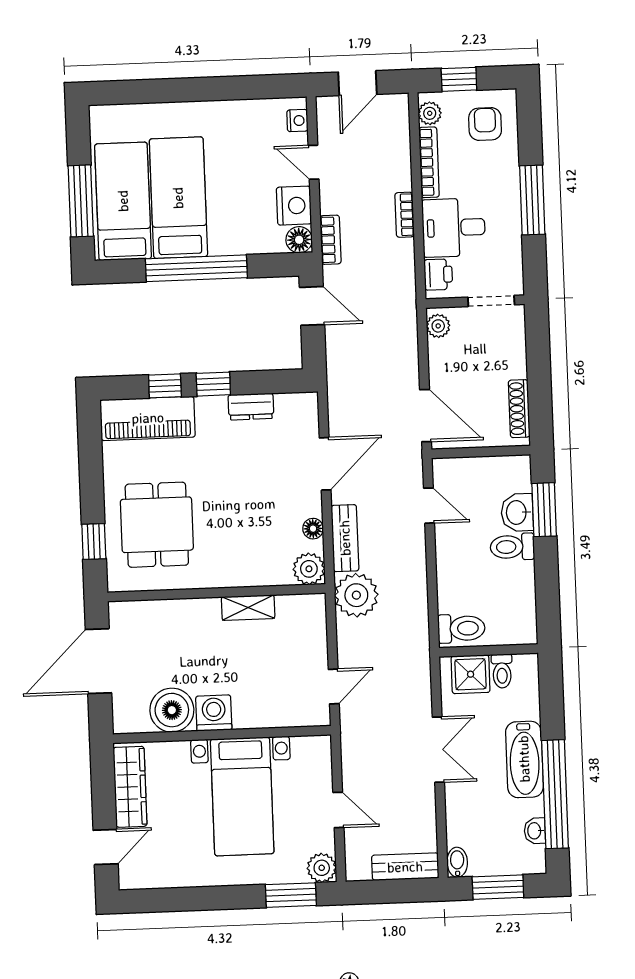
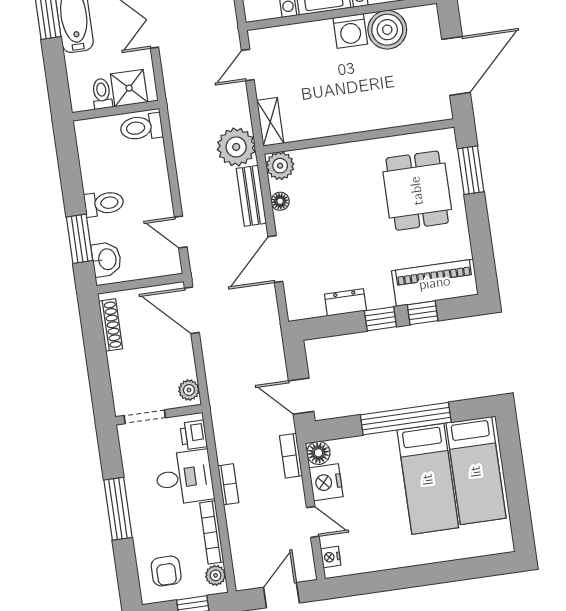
window: (81, 201) -> (513, 467), removed
washbasin: (517, 512) -> (107, 259), moved
window: (94, 541) -> (471, 170), width x1.50
shelving: (248, 608) -> (270, 122), moved, turned 90

